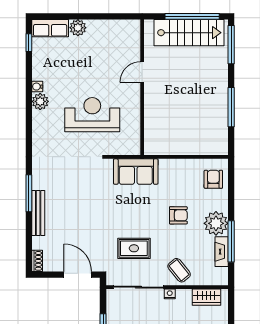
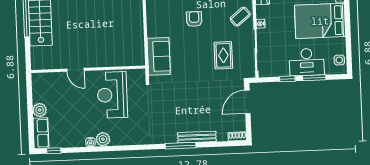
door: (142, 72) -> (75, 70), moved
wall: (142, 87) -> (88, 69), moved

